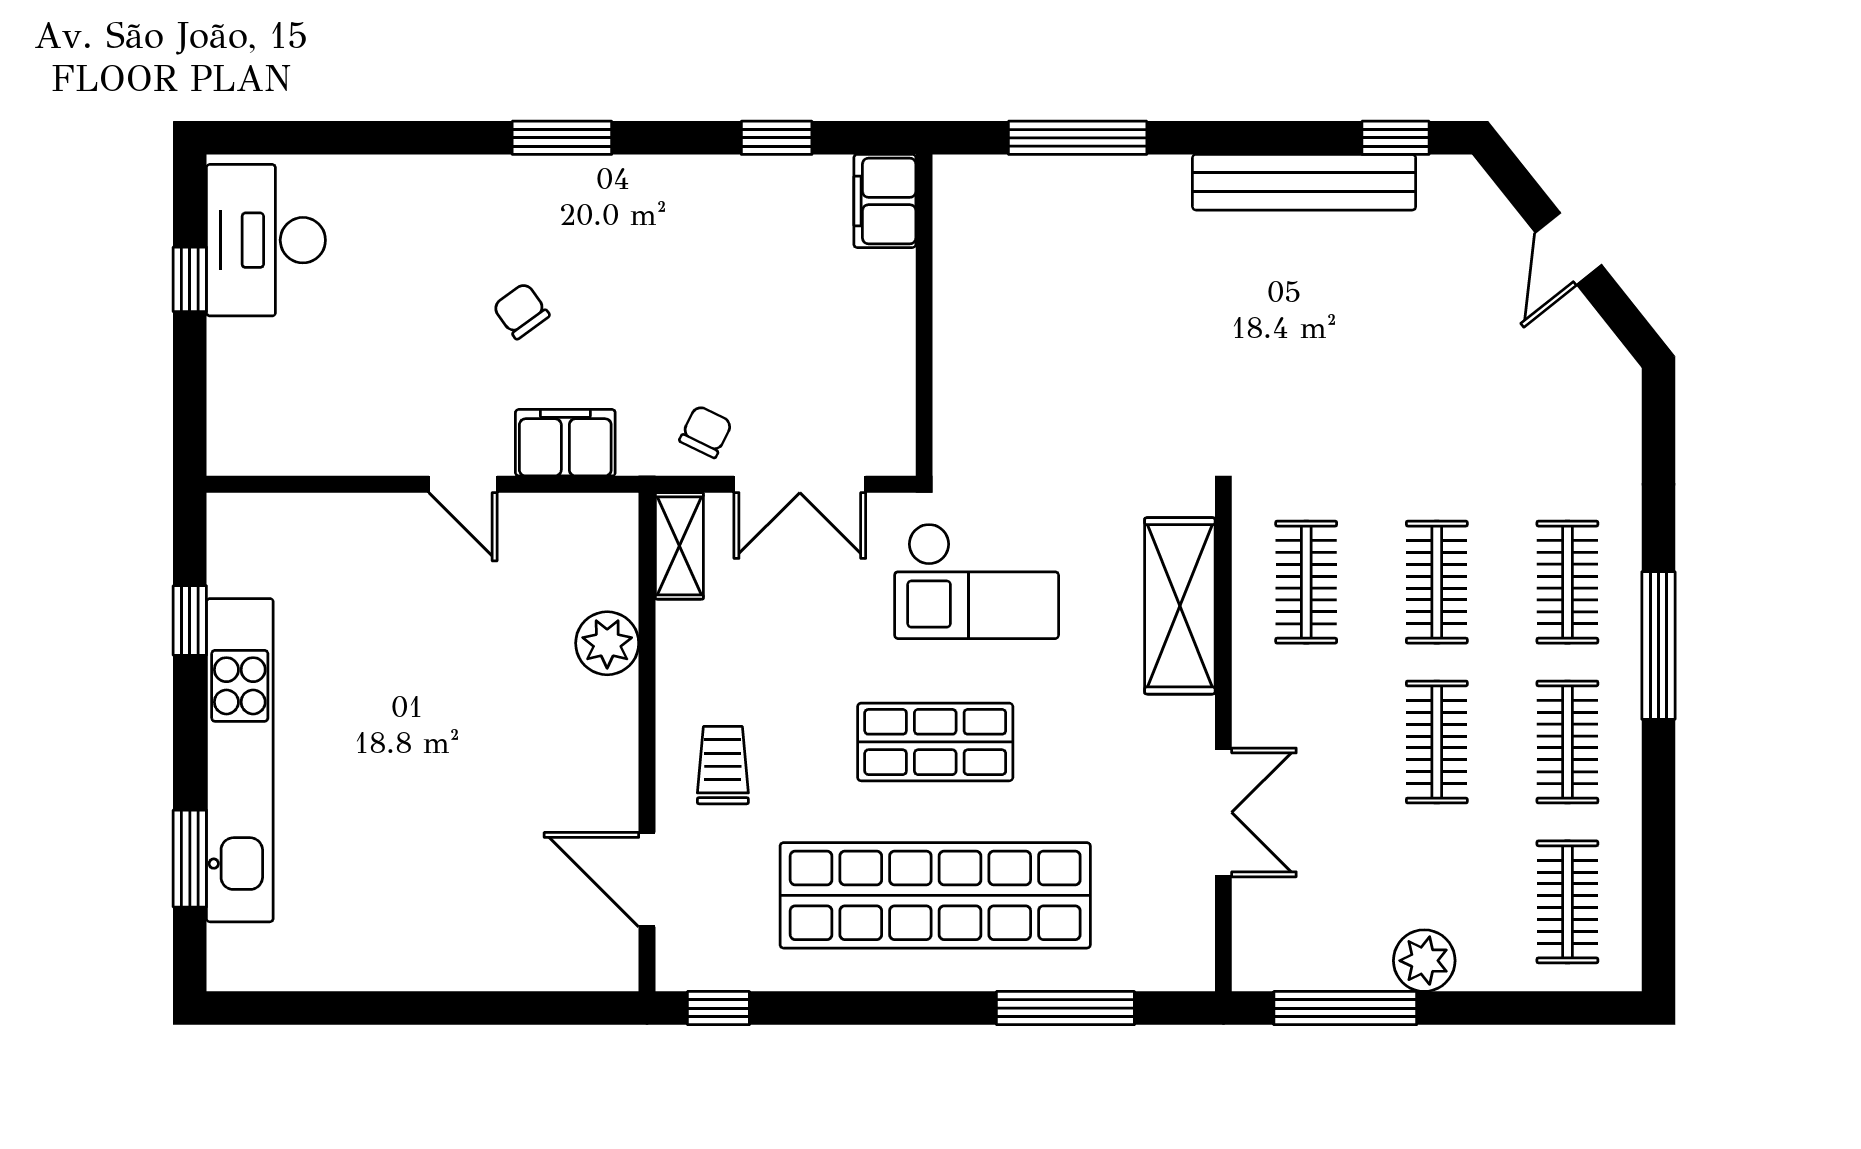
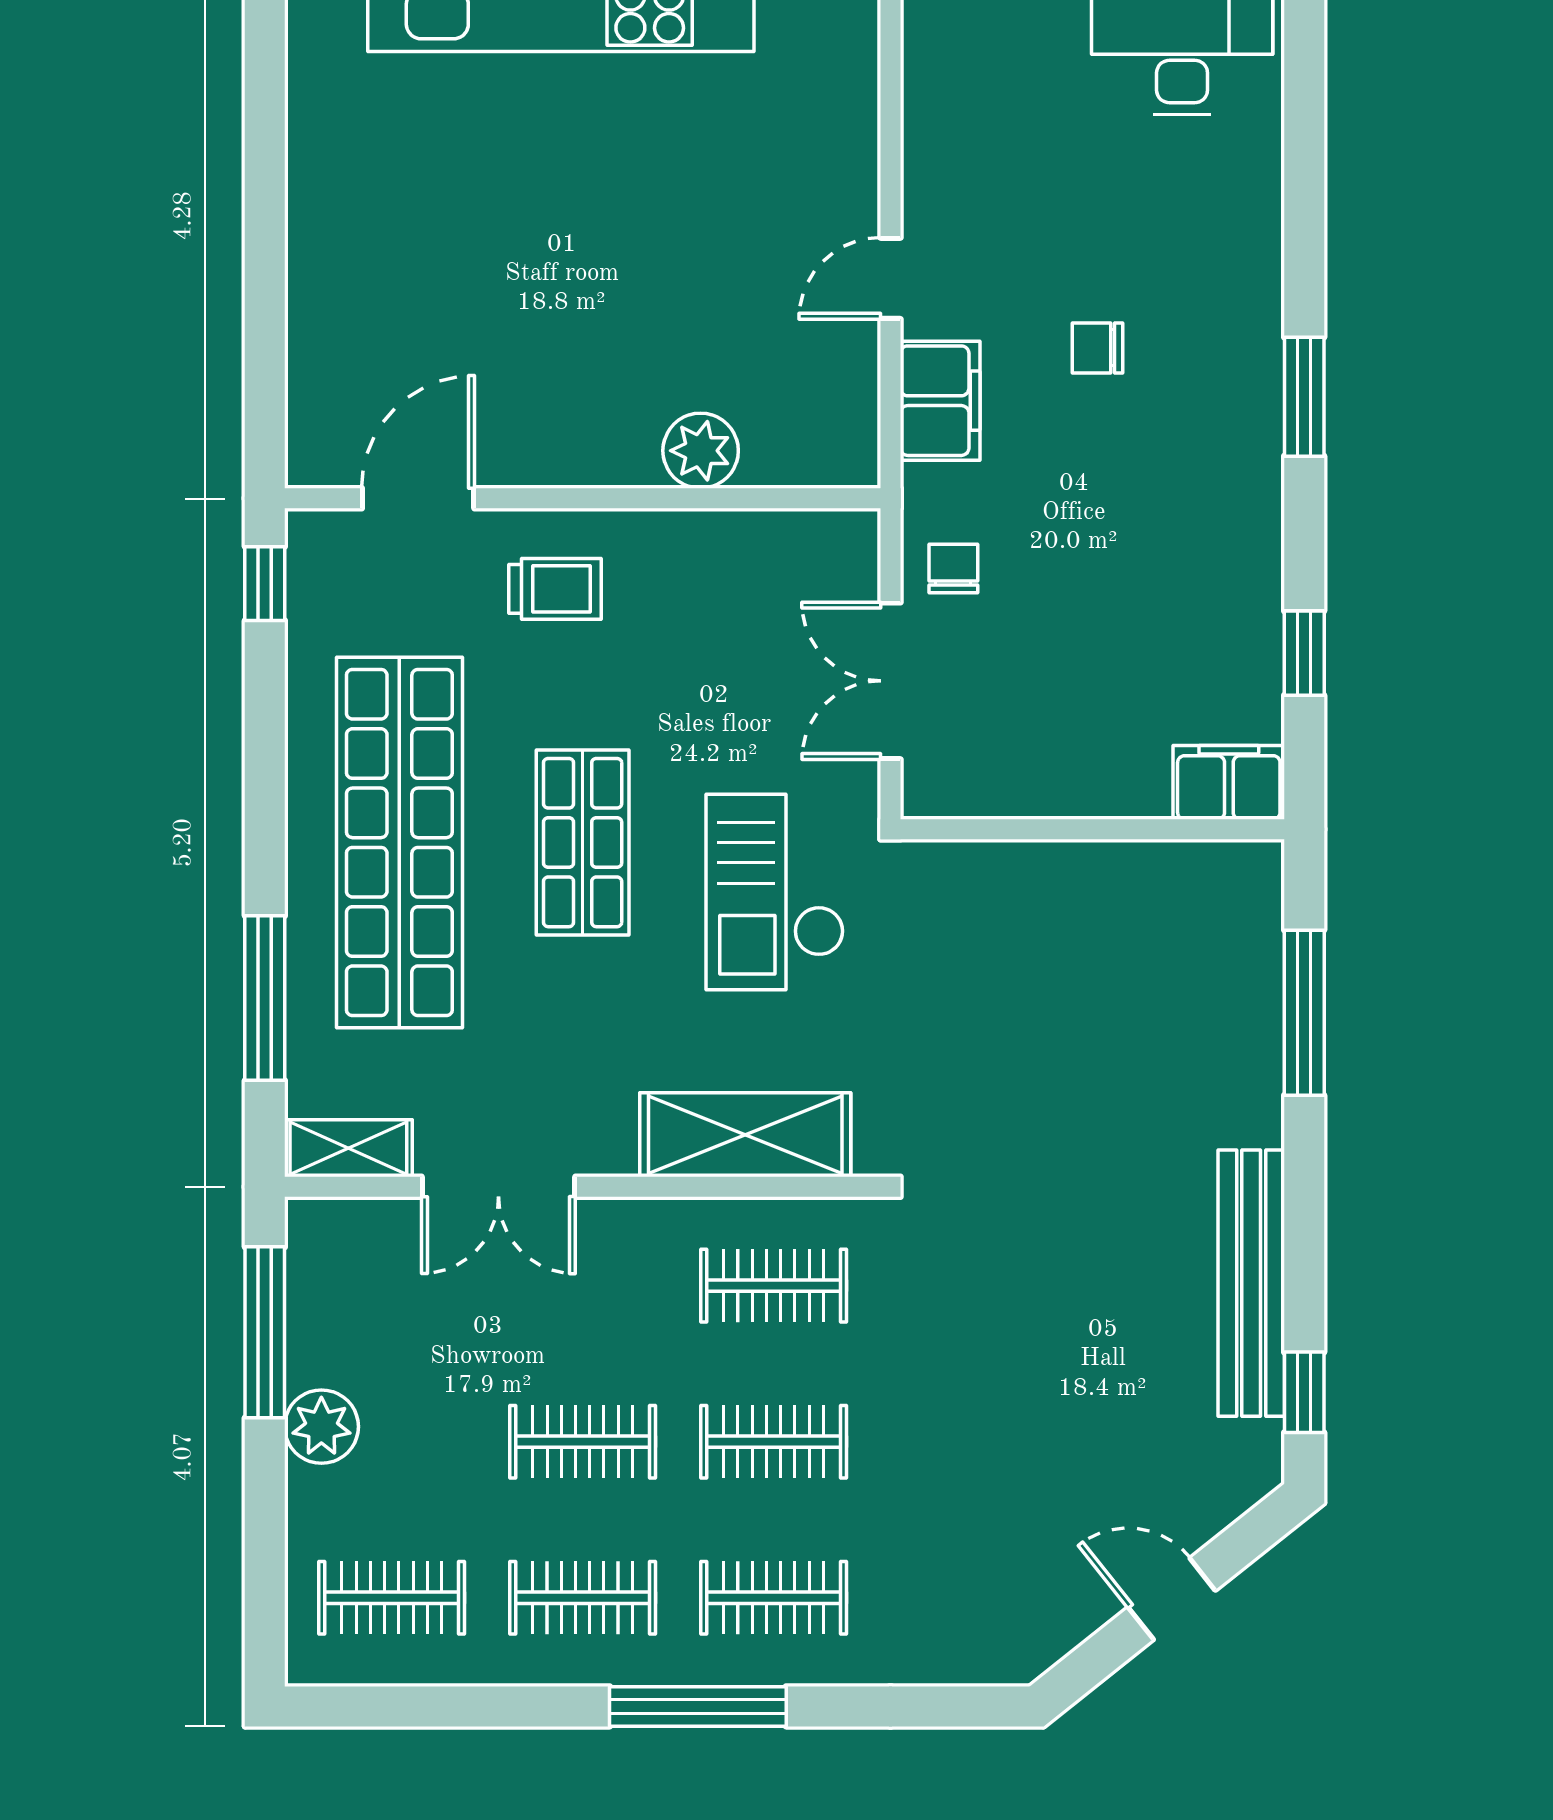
chair: (521, 311) -> (1098, 348), turned -144
chair: (706, 432) -> (953, 568), turned -116
shelving: (679, 546) -> (348, 1148), moved

